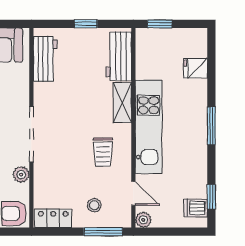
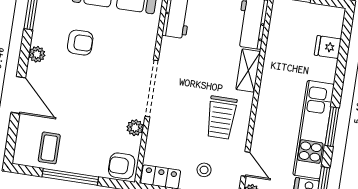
window: (211, 126) -> (332, 127), moved
kitchen unit: (149, 127) -> (314, 130), moved, turned 180
trolley: (103, 152) -> (221, 118), width x1.36, depth x1.39

